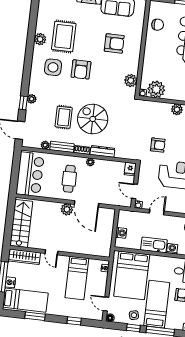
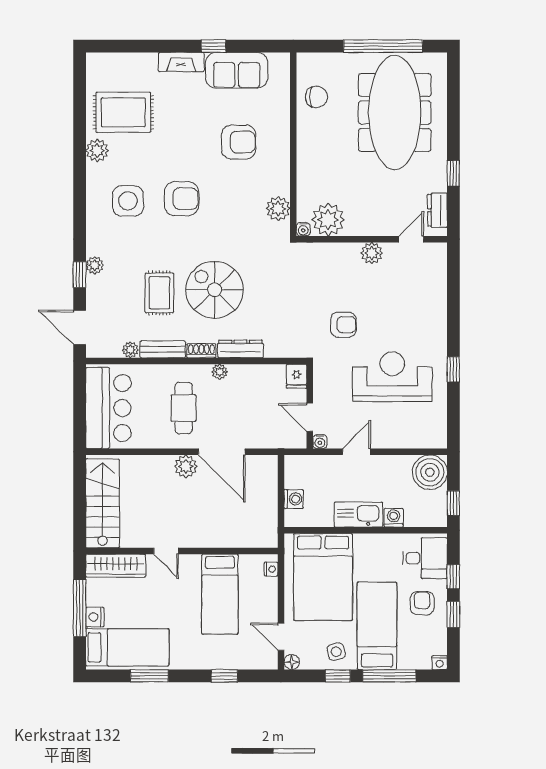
rug: (64, 36) -> (123, 112), moved, turned 90
armchair: (81, 69) -> (181, 199), turned -90

